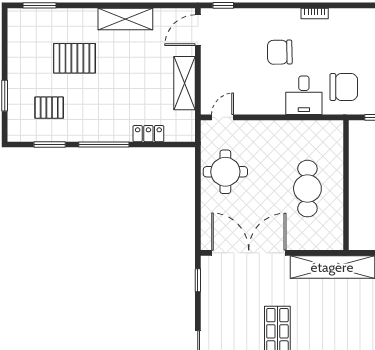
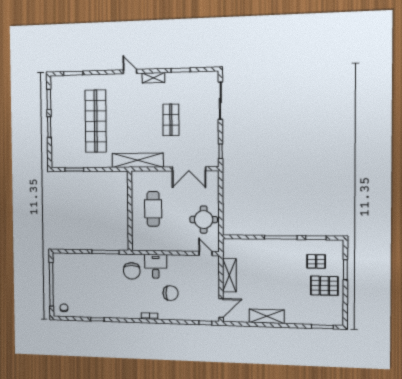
pallet: (74, 58) -> (324, 286), moved
chair: (344, 87) -> (132, 271), turned -90
door: (223, 117) -> (206, 253), swing flipped
locker: (148, 134) -> (252, 244), removed
double door: (249, 253) -> (189, 169), width x0.73

